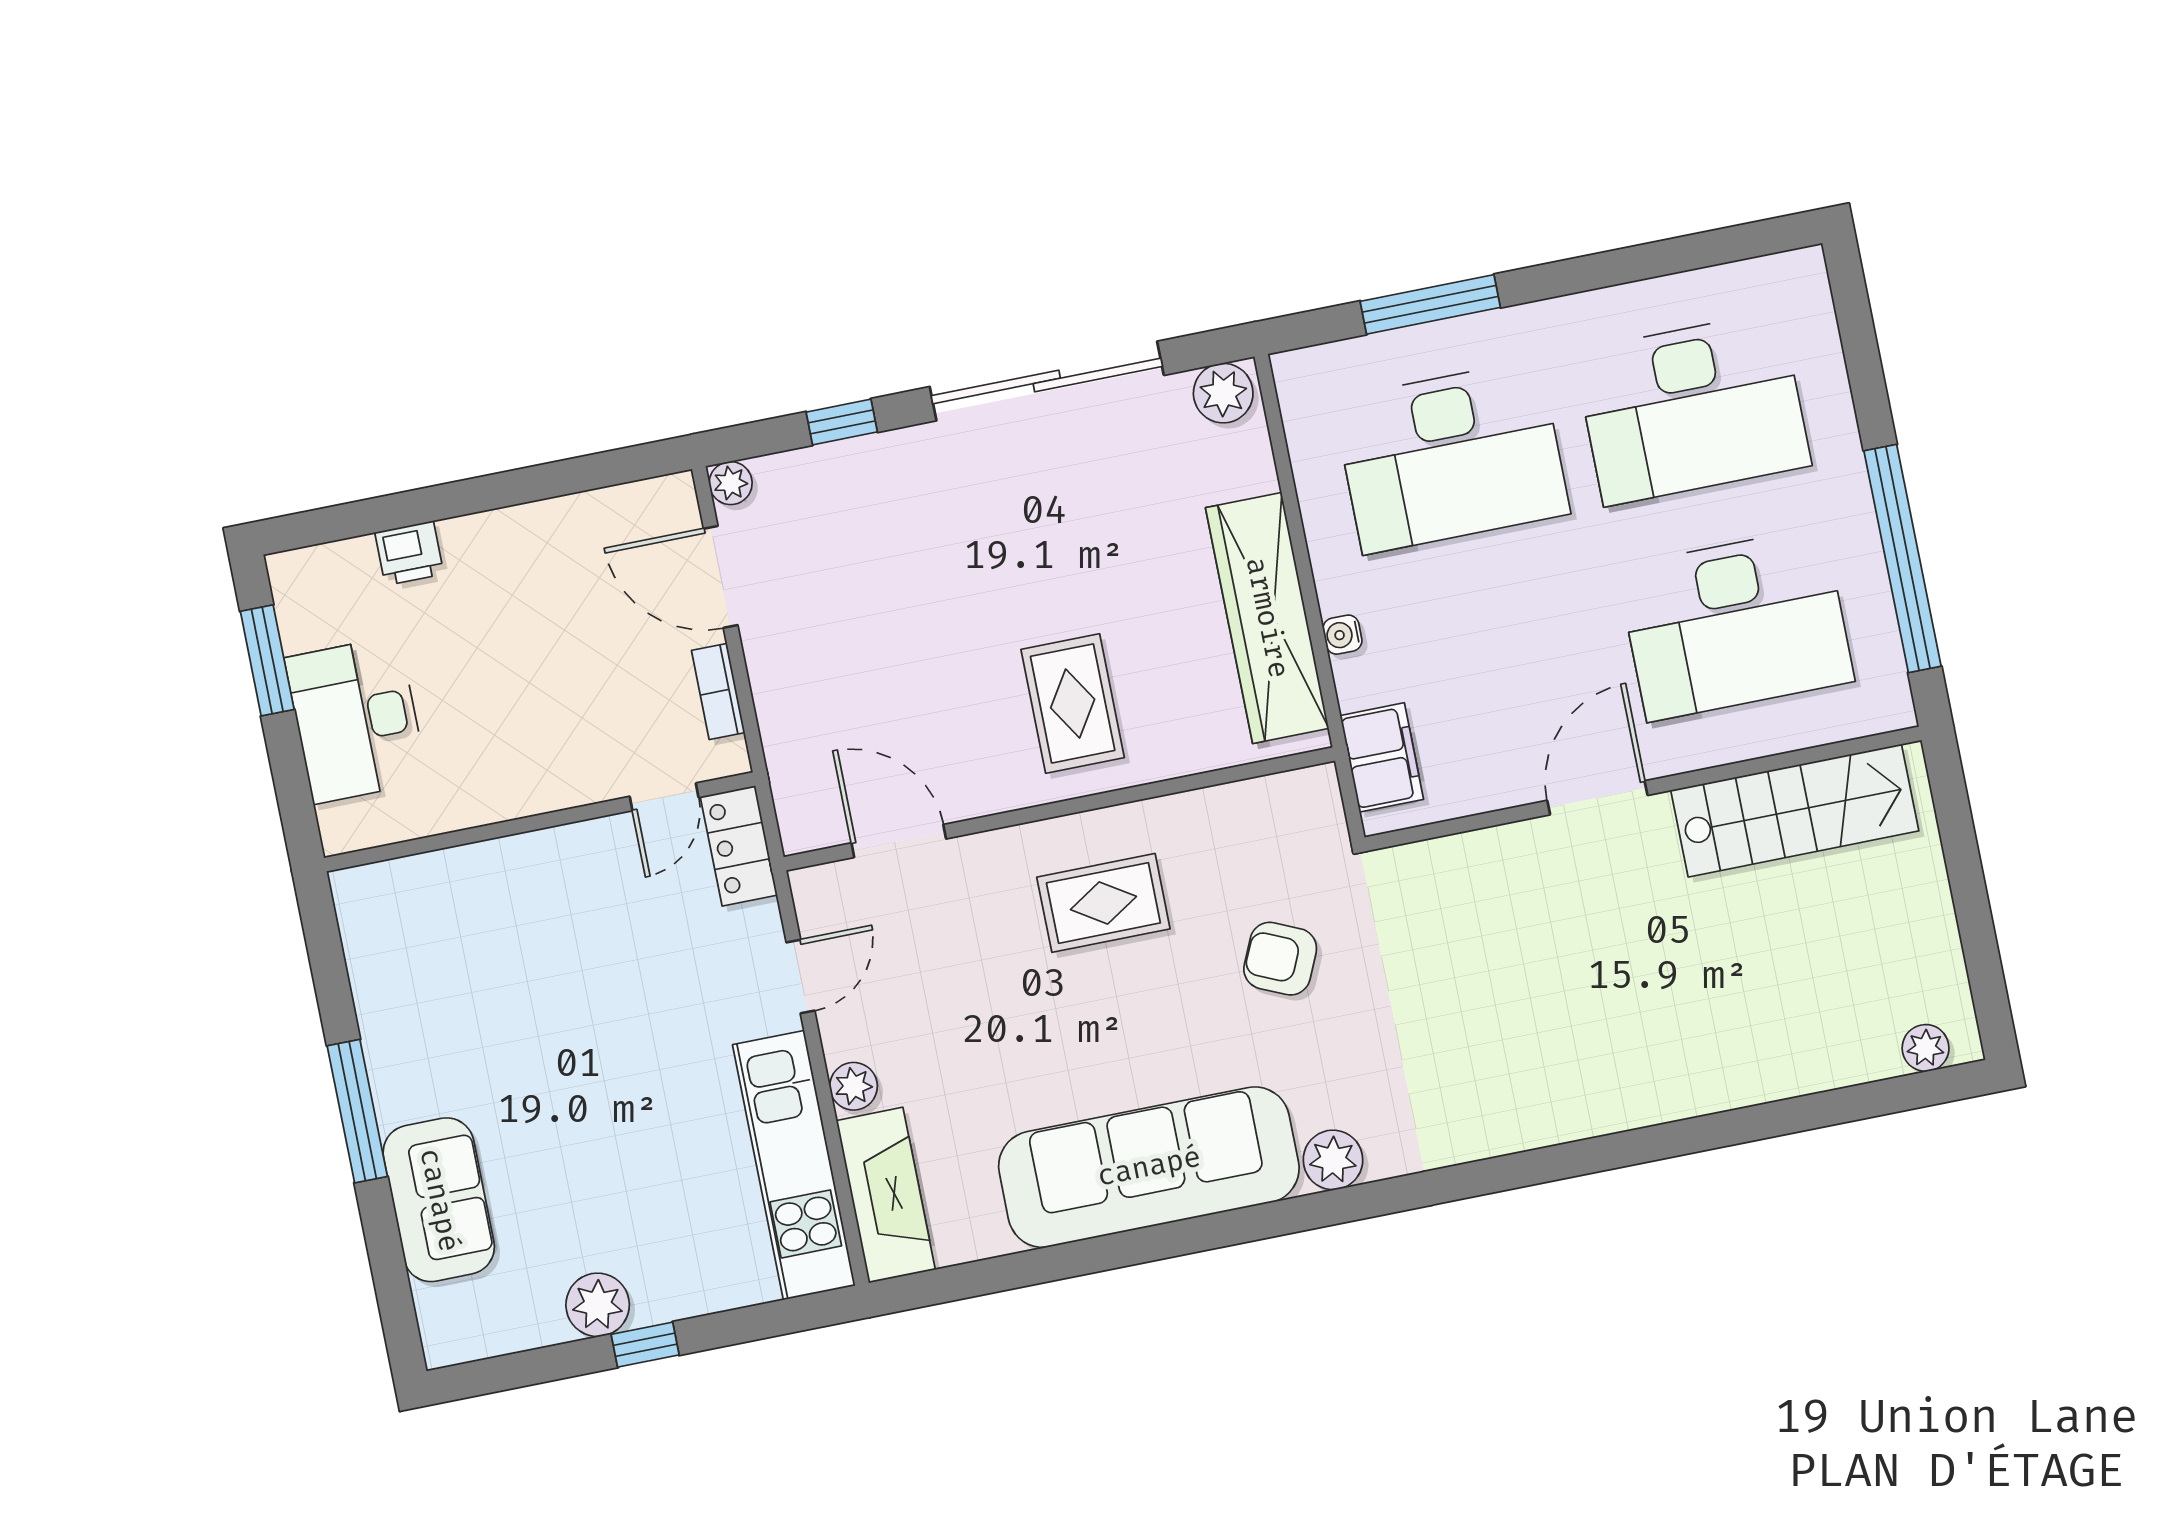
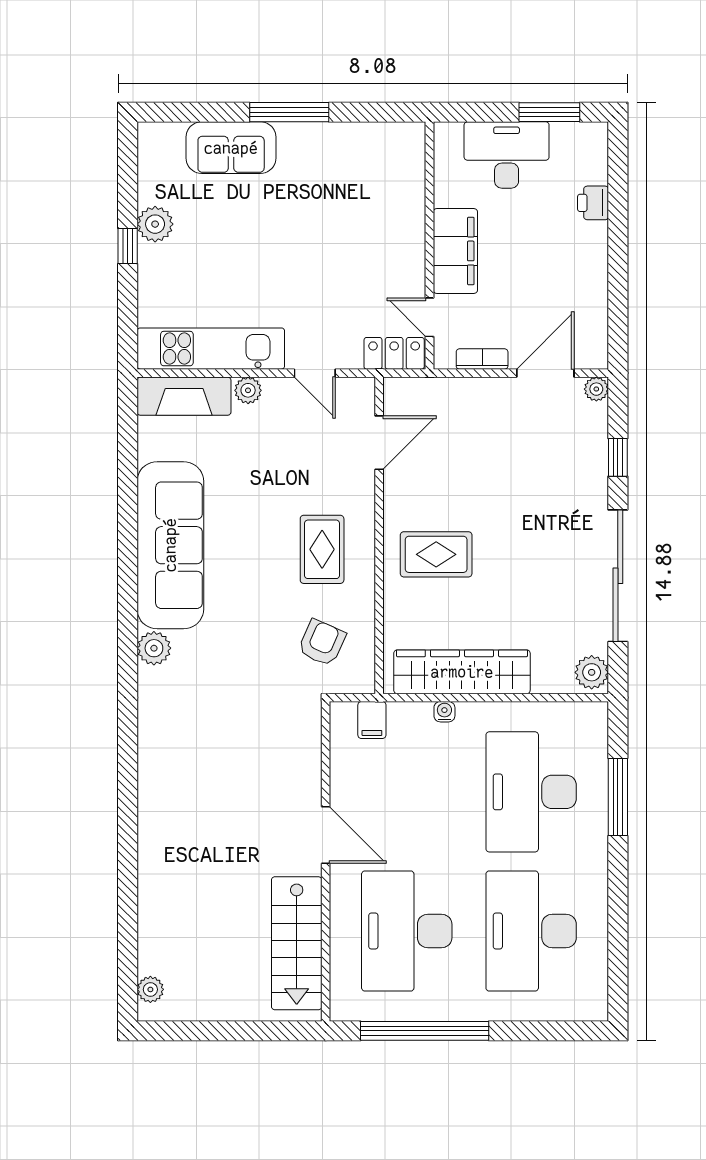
filing cabinet: (1382, 757) -> (372, 720), width x0.50
filing cabinet: (540, 775) -> (455, 251), added
armchair: (1280, 959) -> (322, 643), moved

